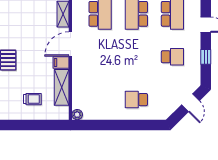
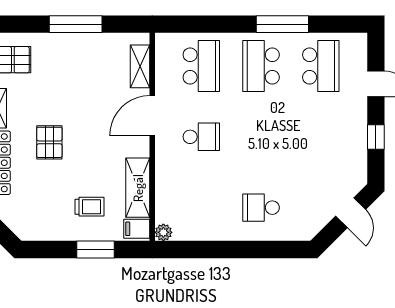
school desk: (172, 57) -> (201, 137), moved
filing cabinet: (61, 63) -> (137, 229), moved
window: (36, 125) -> (96, 250), added

